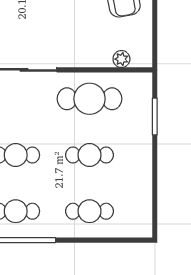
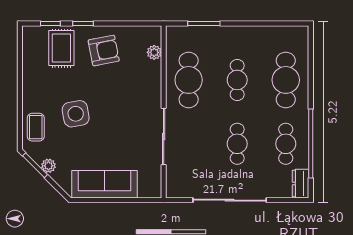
cafe table: (89, 211) -> (286, 80), width x1.37, depth x1.35

